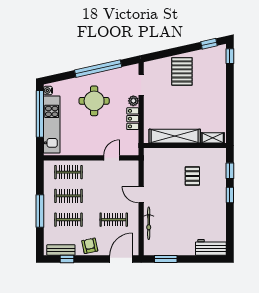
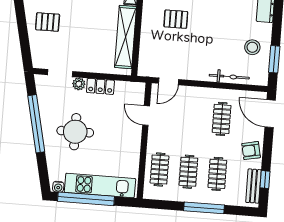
pallet: (182, 71) -> (48, 22), width x0.67, depth x0.71
door: (141, 195) -> (169, 81), moved
stool: (174, 240) -> (252, 47), added

